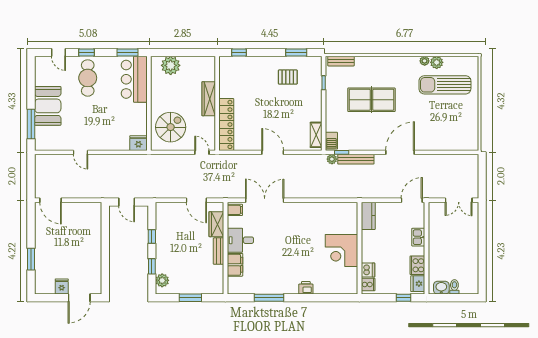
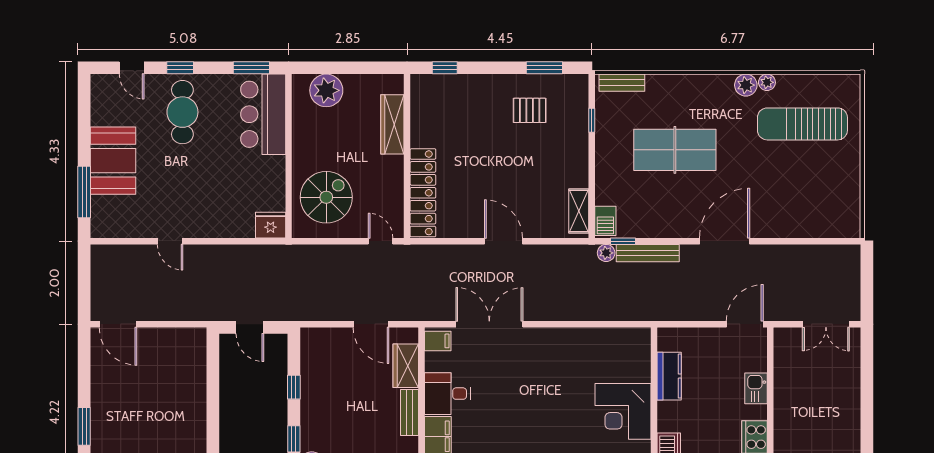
plant: (437, 62) -> (746, 85), moved
wardrobe: (209, 99) -> (392, 124), moved
kitchen counter: (368, 216) -> (669, 376), moved

